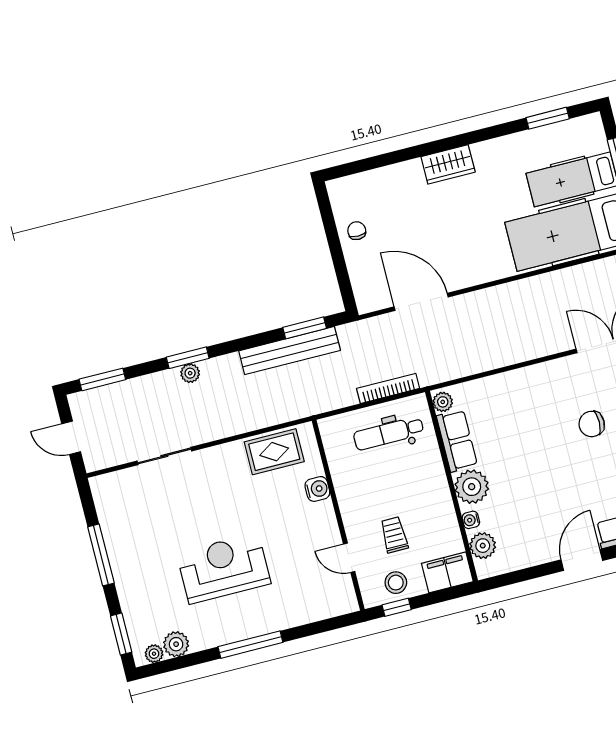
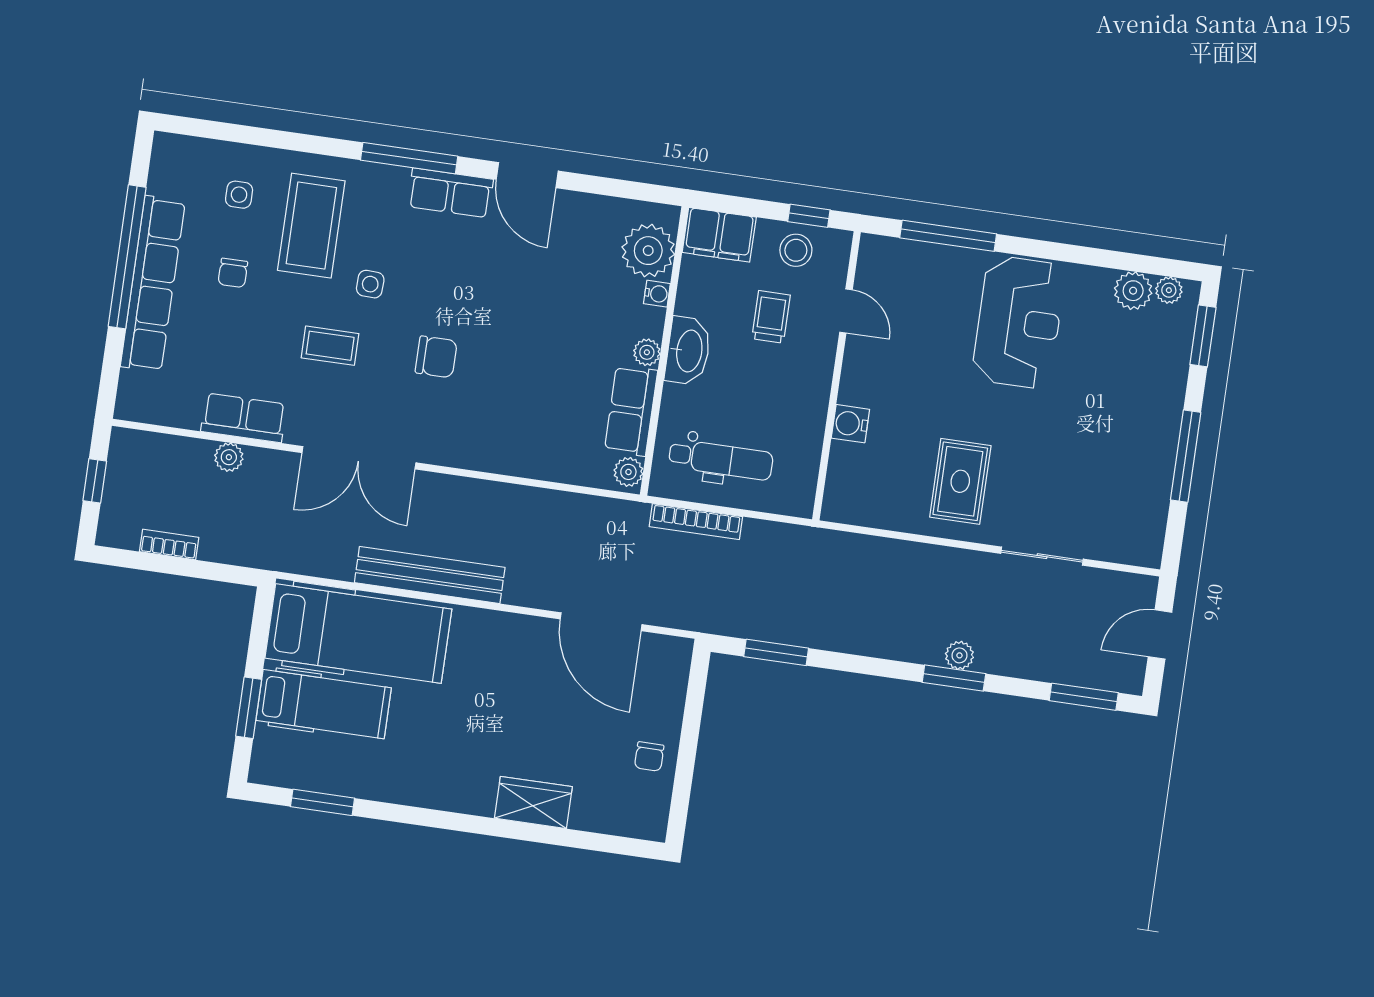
wardrobe: (448, 164) -> (533, 802), moved
bench: (290, 351) -> (430, 575), moved
door: (71, 438) -> (1160, 634), swing flipped
rug: (274, 452) -> (960, 481), moved, turned 90
plant: (472, 487) -> (647, 352), width x0.53, depth x0.53
washbasin: (437, 492) -> (688, 351), added
trolley: (394, 535) -> (771, 317), turned 180
plant: (483, 546) -> (648, 251), width x1.36, depth x1.36
door: (582, 560) -> (527, 175), hinge flipped
reception desk: (224, 568) -> (1019, 322), moved, turned -90
window: (250, 645) -> (948, 236), moved

